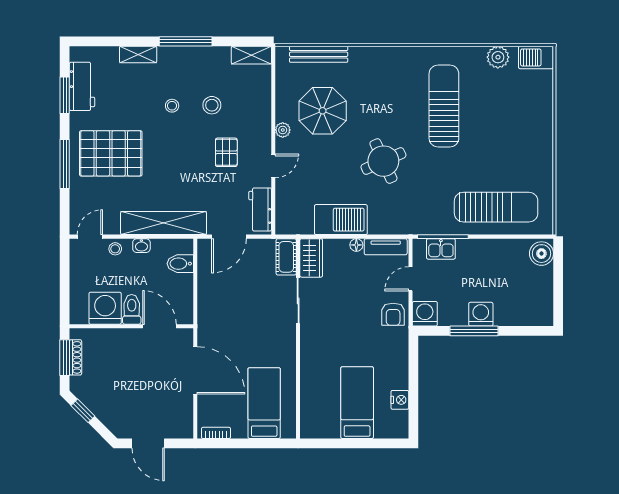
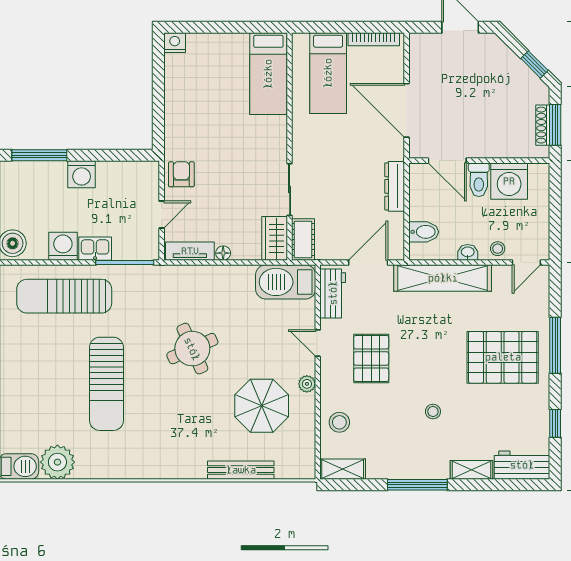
bench: (319, 54) -> (241, 470), moved
plant: (498, 57) -> (57, 462), width x1.36, depth x1.36
workbench: (82, 86) -> (522, 465), moved, turned 90
window: (65, 95) -> (555, 423), width x0.67
stool: (212, 105) -> (339, 422), moved
sun lounger: (444, 106) -> (107, 384), moved
pallet: (226, 152) -> (371, 358), width x1.50, depth x1.42
door: (273, 166) -> (318, 343), hinge flipped
barbecue: (341, 220) -> (286, 282), moved
kitchen sink: (441, 249) -> (95, 249), moved
dresser: (206, 304) -> (395, 186), added
washing machine: (425, 314) -> (63, 246), moved, turned 180
window: (474, 331) -> (39, 155), moved
nightstand: (400, 400) -> (175, 43), moved, turned 90
bed: (357, 403) -> (268, 74), moved
bookcase: (216, 433) -> (374, 39), width x1.56

